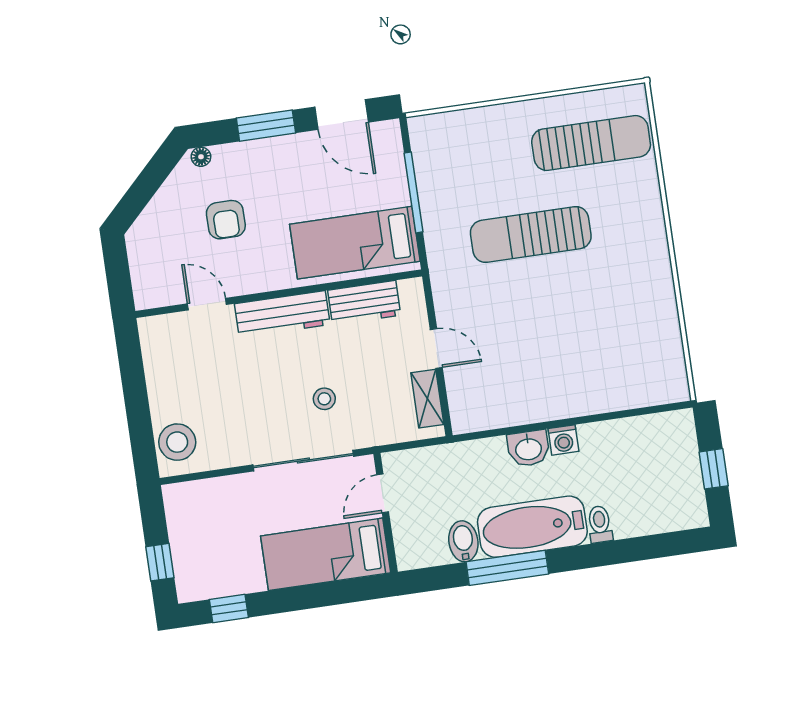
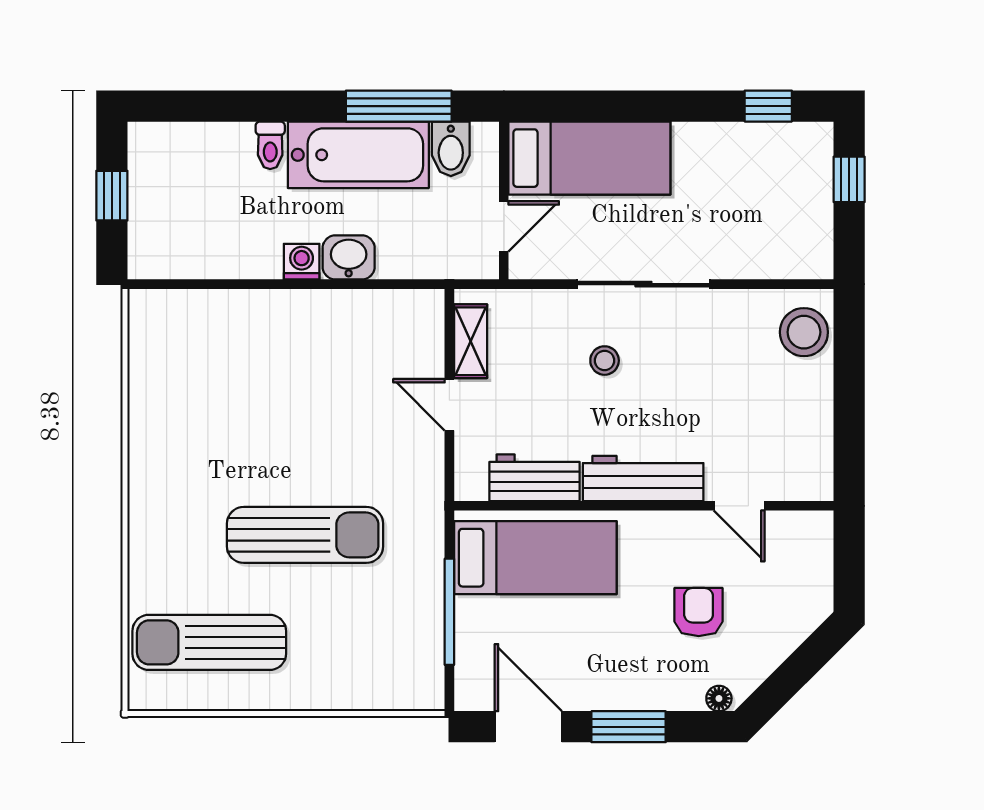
door: (383, 493) -> (504, 226), moved
wall: (386, 513) -> (504, 201), moved
bed: (326, 554) -> (589, 158), moved

